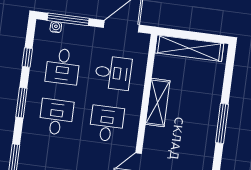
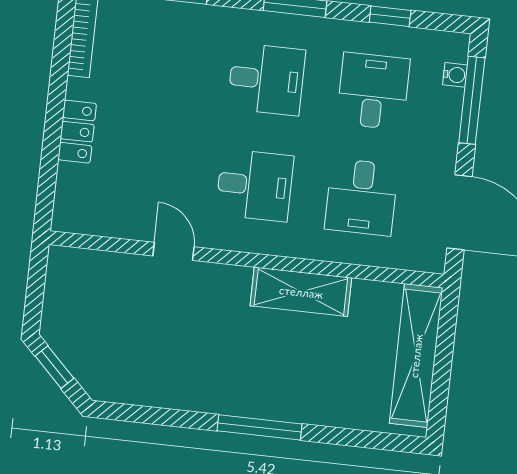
desk: (63, 66) -> (373, 91), turned 90

